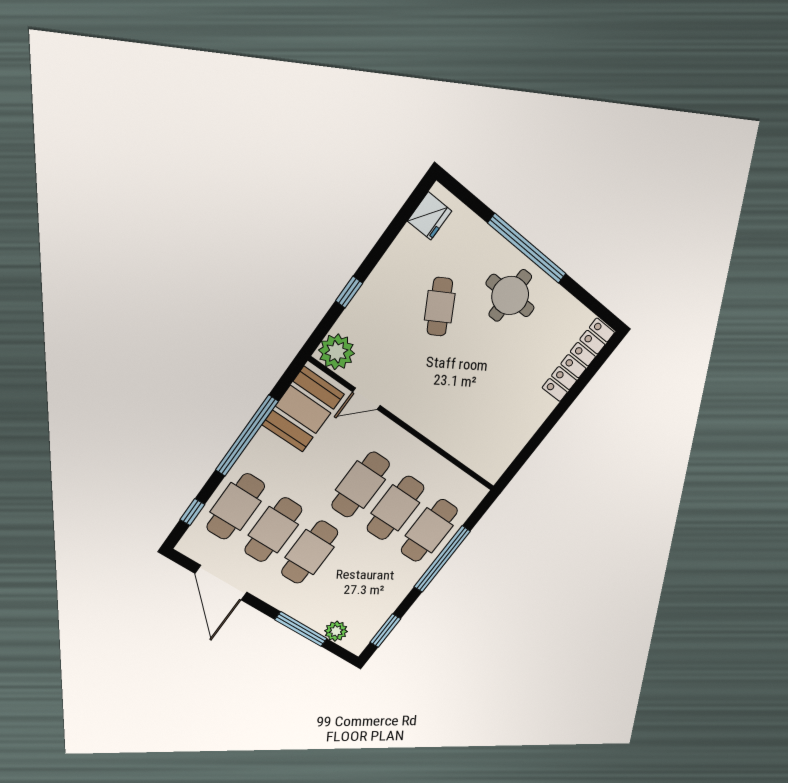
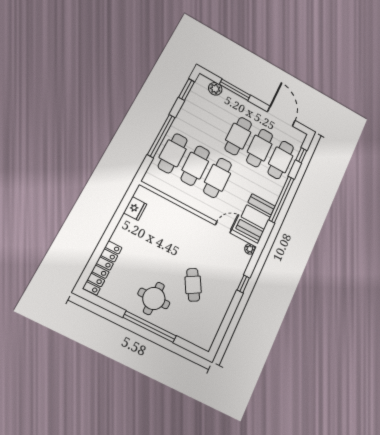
fridge: (430, 216) -> (135, 208), moved, turned 180
plant: (337, 352) -> (250, 249), width x0.53, depth x0.53

